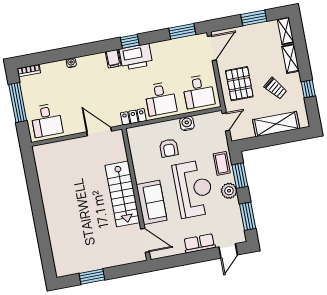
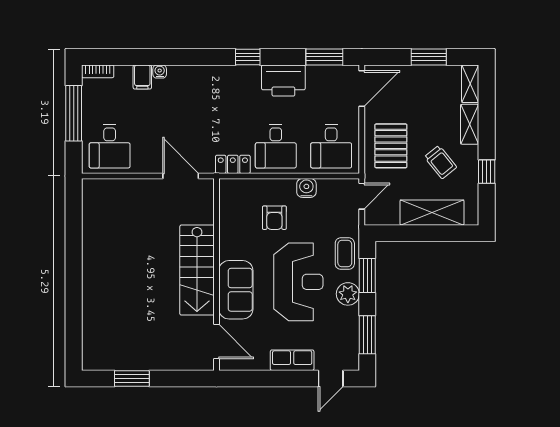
printer: (136, 57) -> (283, 81), moved
filing cabinet: (113, 59) -> (142, 77), moved

